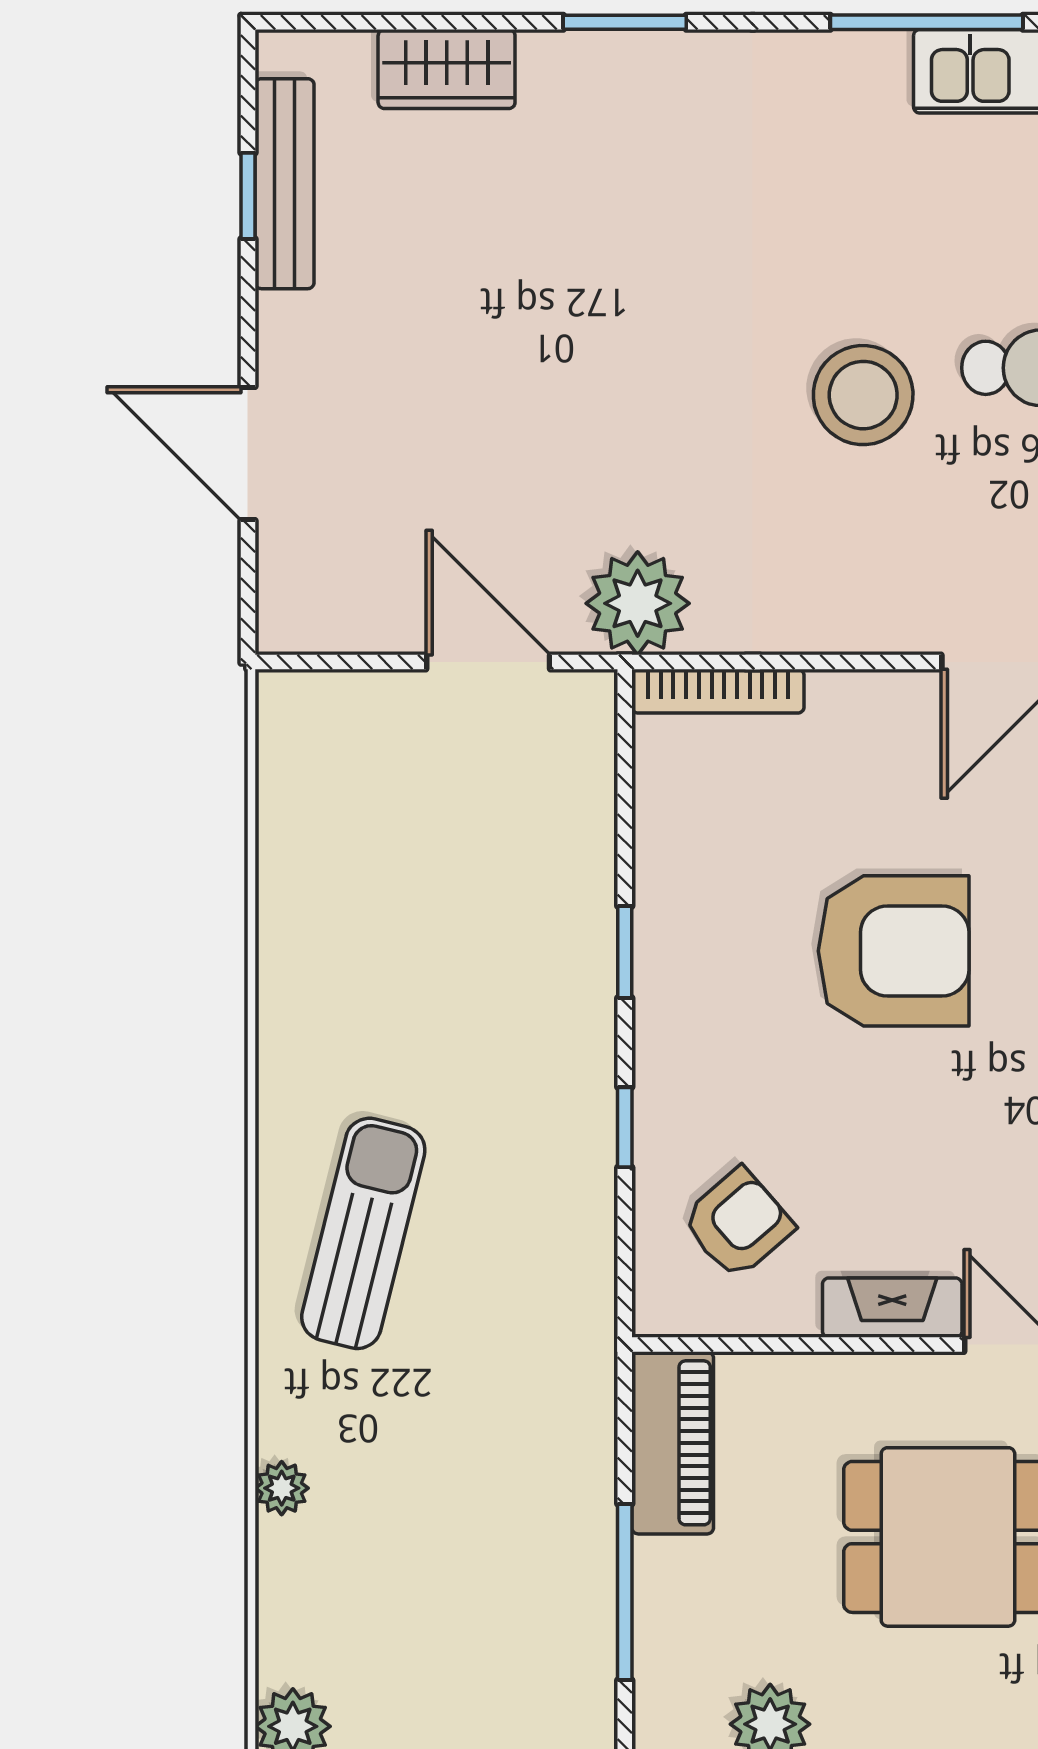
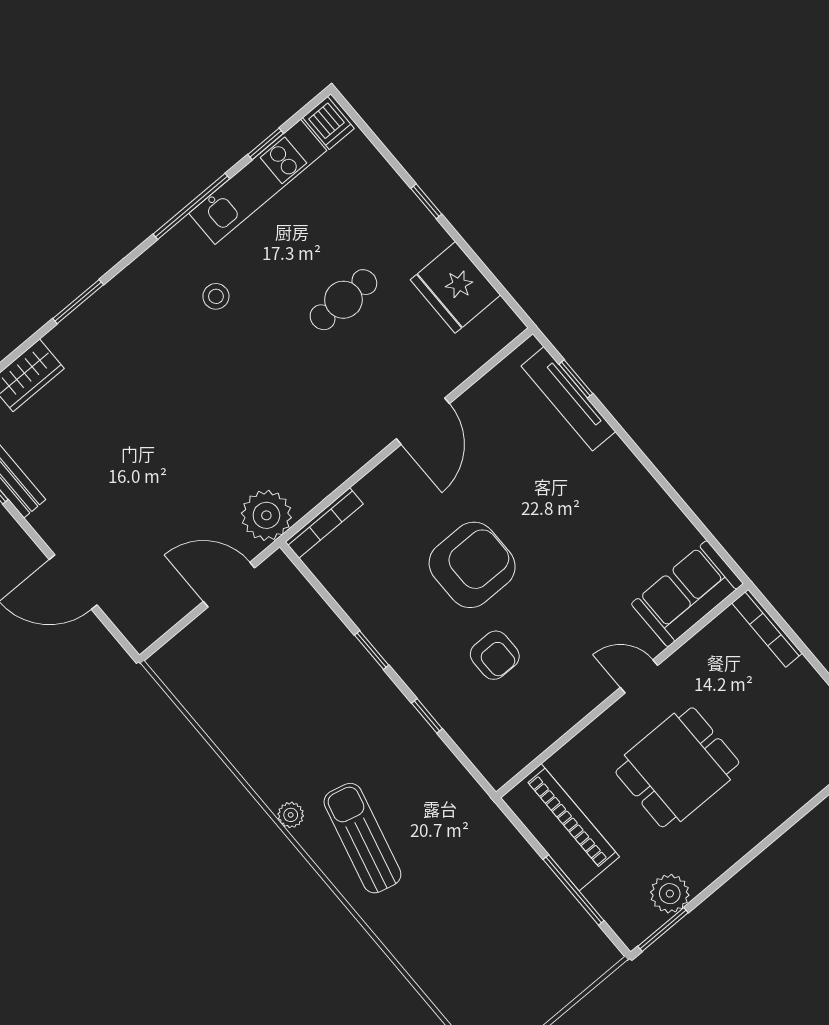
stool: (863, 395) -> (216, 296), moved, width x0.53, depth x0.53
armchair: (738, 1223) -> (495, 655), moved, turned 131
fireplace: (892, 1308) -> (584, 699), removed
piano: (673, 1443) -> (560, 827), width x1.37, depth x1.33
plant: (282, 1488) -> (291, 815), moved

